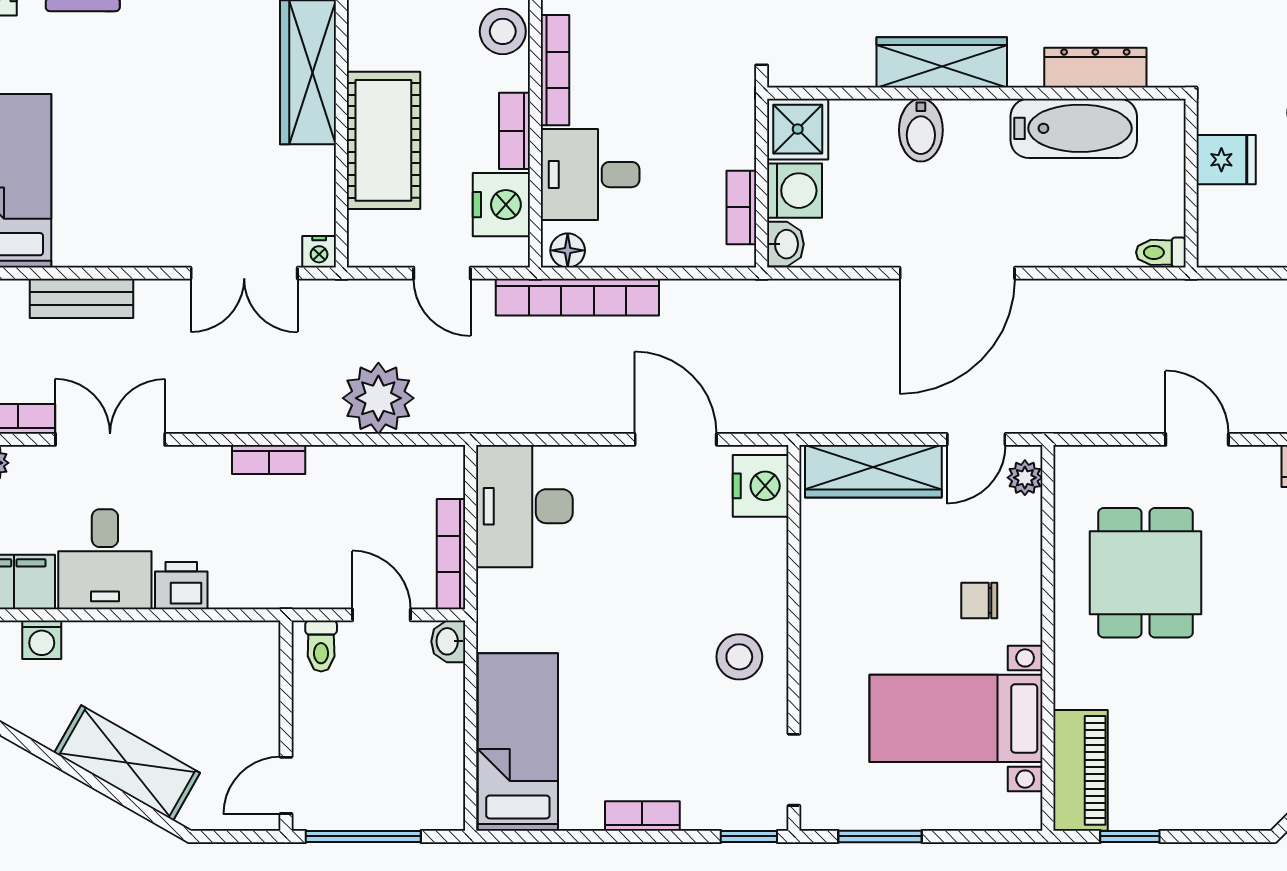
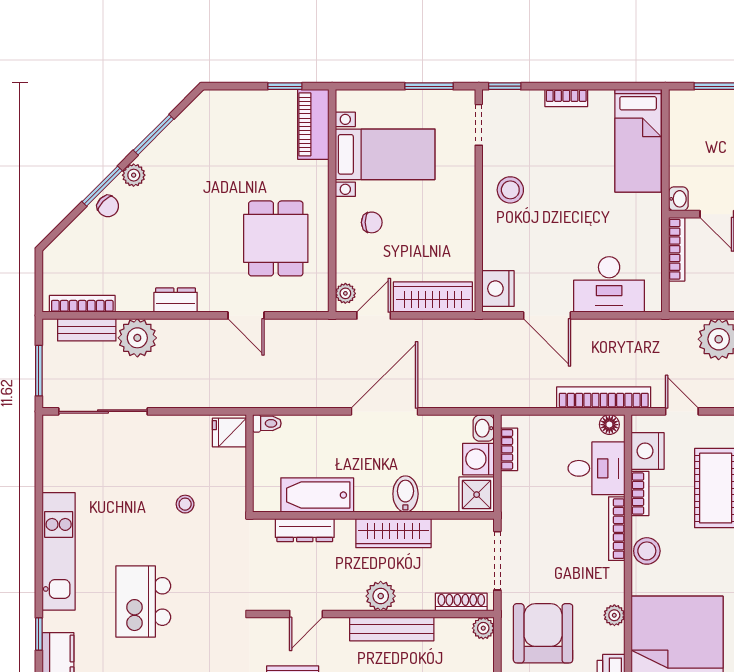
fridge: (1226, 160) -> (229, 432), moved
desk: (524, 506) -> (609, 284), moved, turned 90

